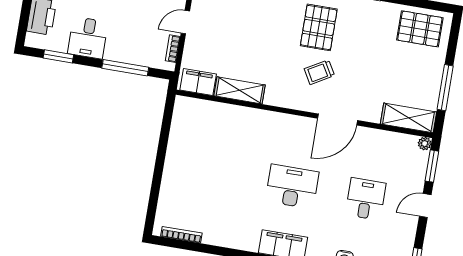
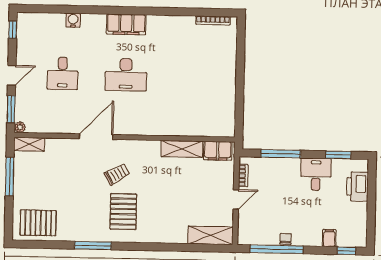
shelving: (408, 118) -> (29, 144), width x0.67, depth x0.75

